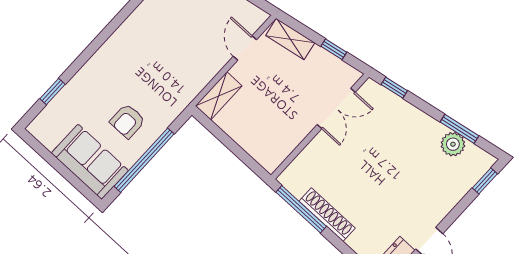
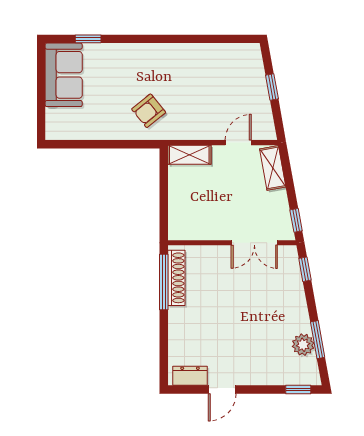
window: (334, 49) -> (296, 220), moved
armchair: (128, 121) -> (149, 111), moved, turned -39
window: (144, 160) -> (99, 144), removed
sofa: (90, 162) -> (64, 75), moved
shoe rack: (327, 215) -> (176, 278), moved

